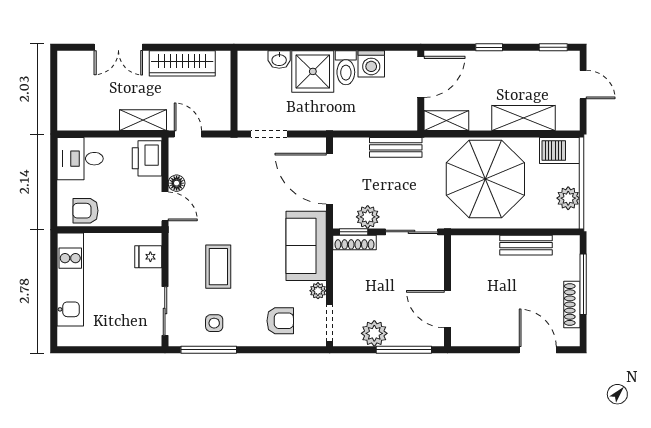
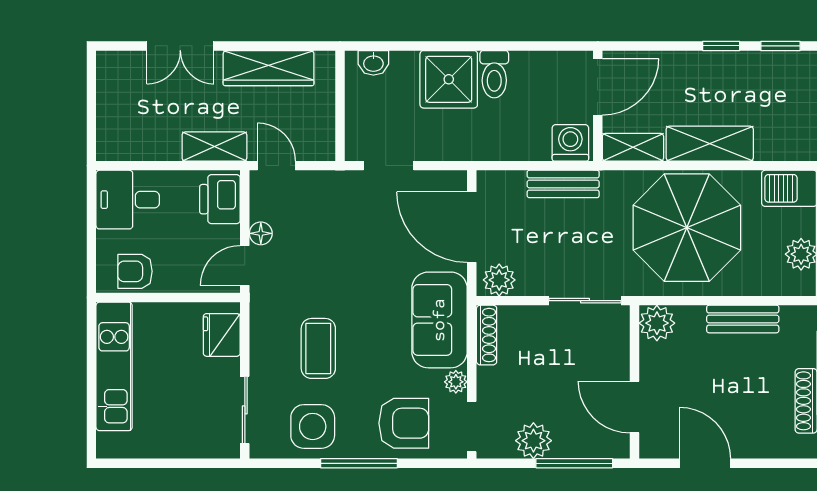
window: (489, 47) -> (721, 46), moved
washbasin: (279, 60) -> (373, 63), moved
washing machine: (371, 64) -> (570, 143), moved, turned 180
shelving: (523, 118) -> (710, 144), moved
door: (165, 206) -> (245, 265), swing flipped
plant: (368, 217) -> (499, 280), moved
window: (354, 232) -> (505, 301), removed
shoe rack: (354, 243) -> (487, 335), moved, turned -90
plant: (464, 248) -> (657, 323), added
fridge: (148, 257) -> (222, 335), width x1.38
armchair: (280, 321) -> (404, 423), width x1.38, depth x1.38
side table: (214, 323) -> (313, 426), width x1.87, depth x1.87
window: (209, 350) -> (359, 463), moved
door: (538, 350) -> (705, 463), moved

